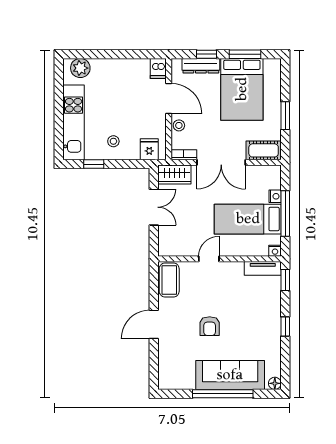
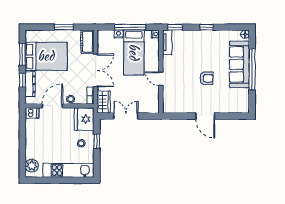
fridge: (149, 149) -> (84, 119), width x1.88, depth x1.34
window: (94, 164) -> (97, 141), moved
coffee table: (169, 280) -> (175, 106), removed

